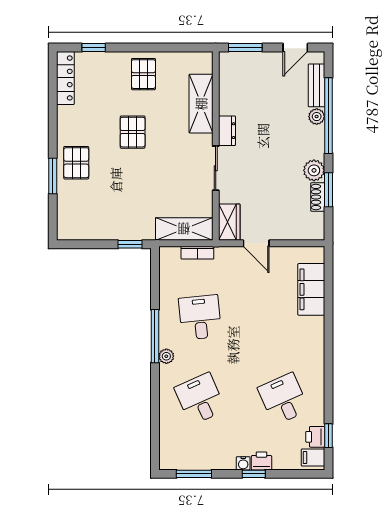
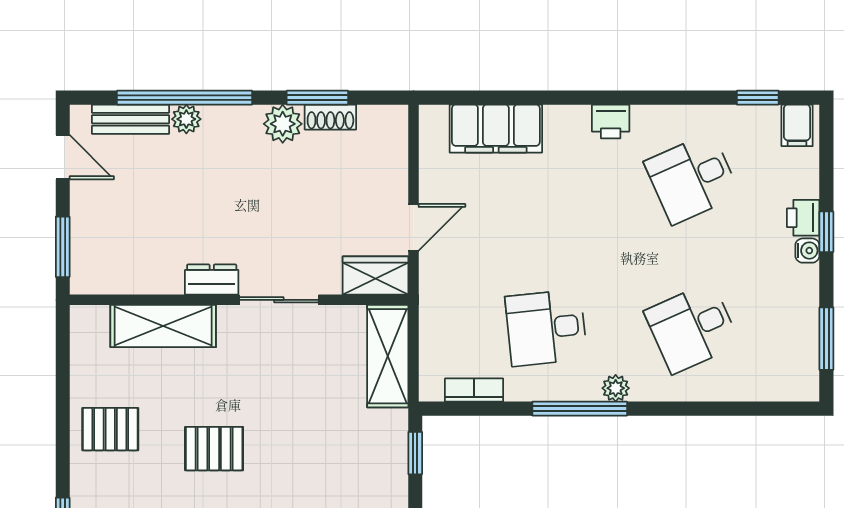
bookcase: (197, 253) -> (474, 390), moved, turned -90
printer: (315, 437) -> (611, 121), moved

